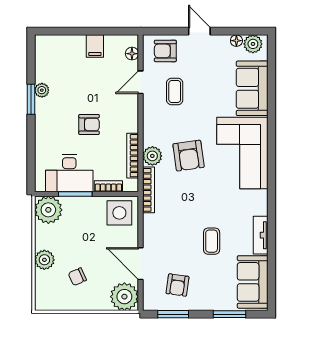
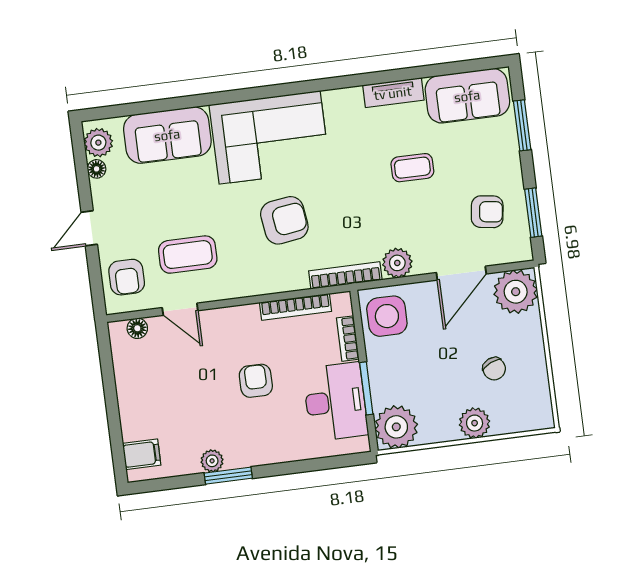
filing cabinet: (95, 46) -> (142, 454), moved
coffee table: (175, 92) -> (188, 255), width x1.36, depth x1.30
plant: (152, 156) -> (397, 263), moved

